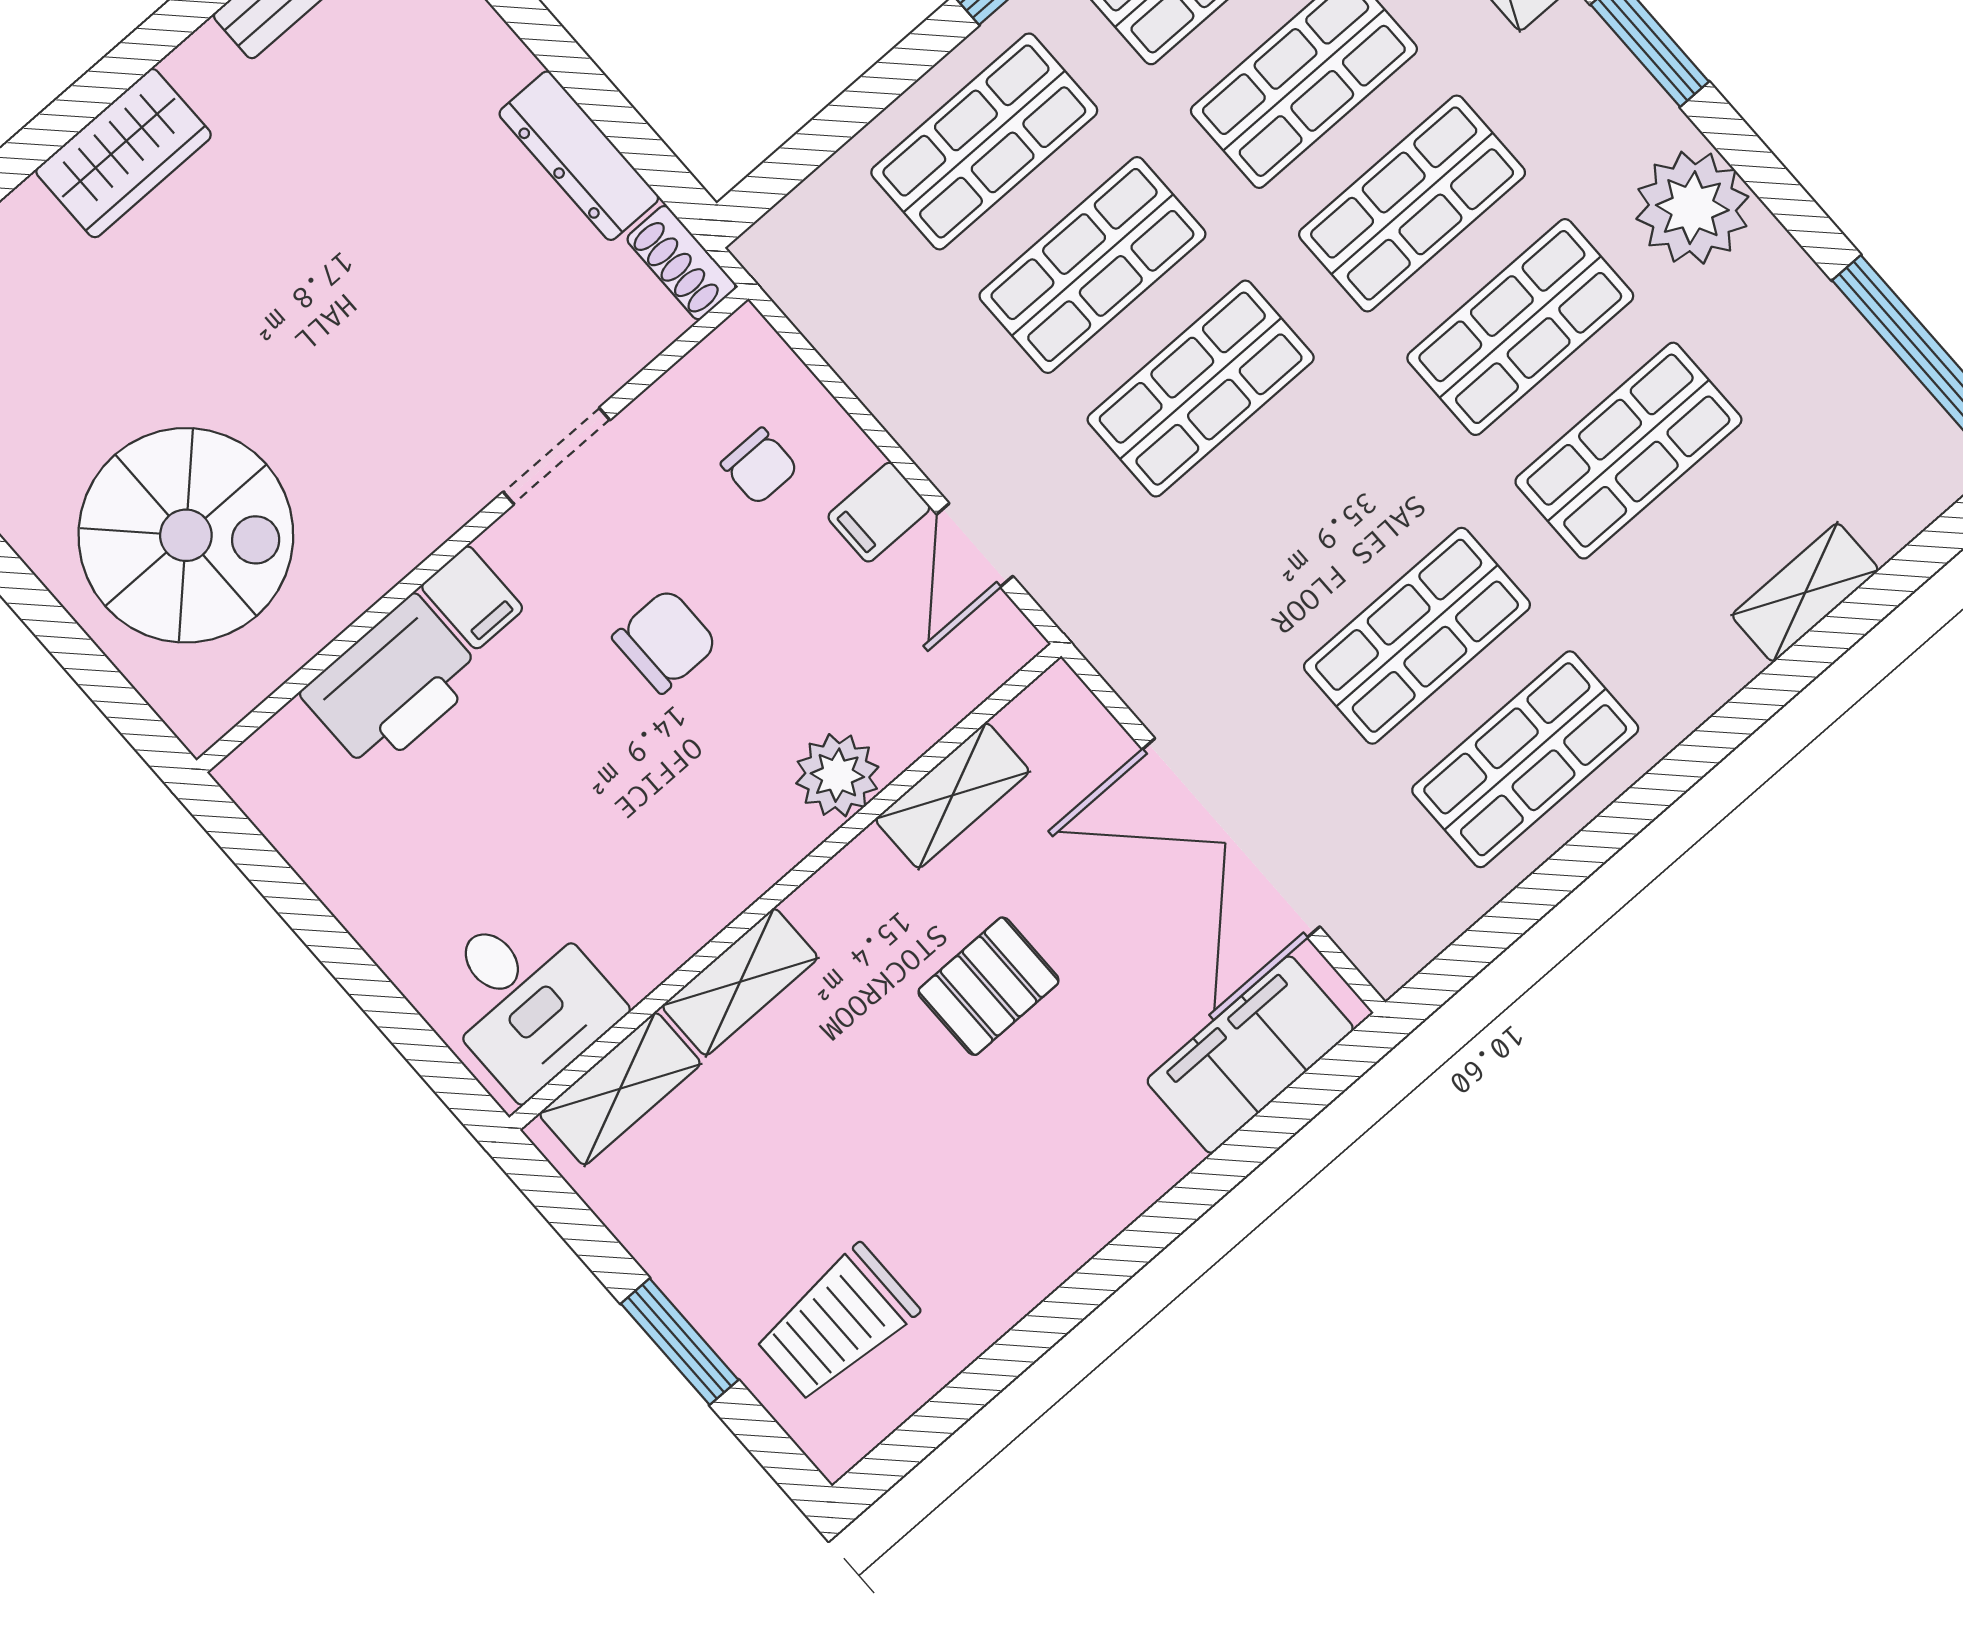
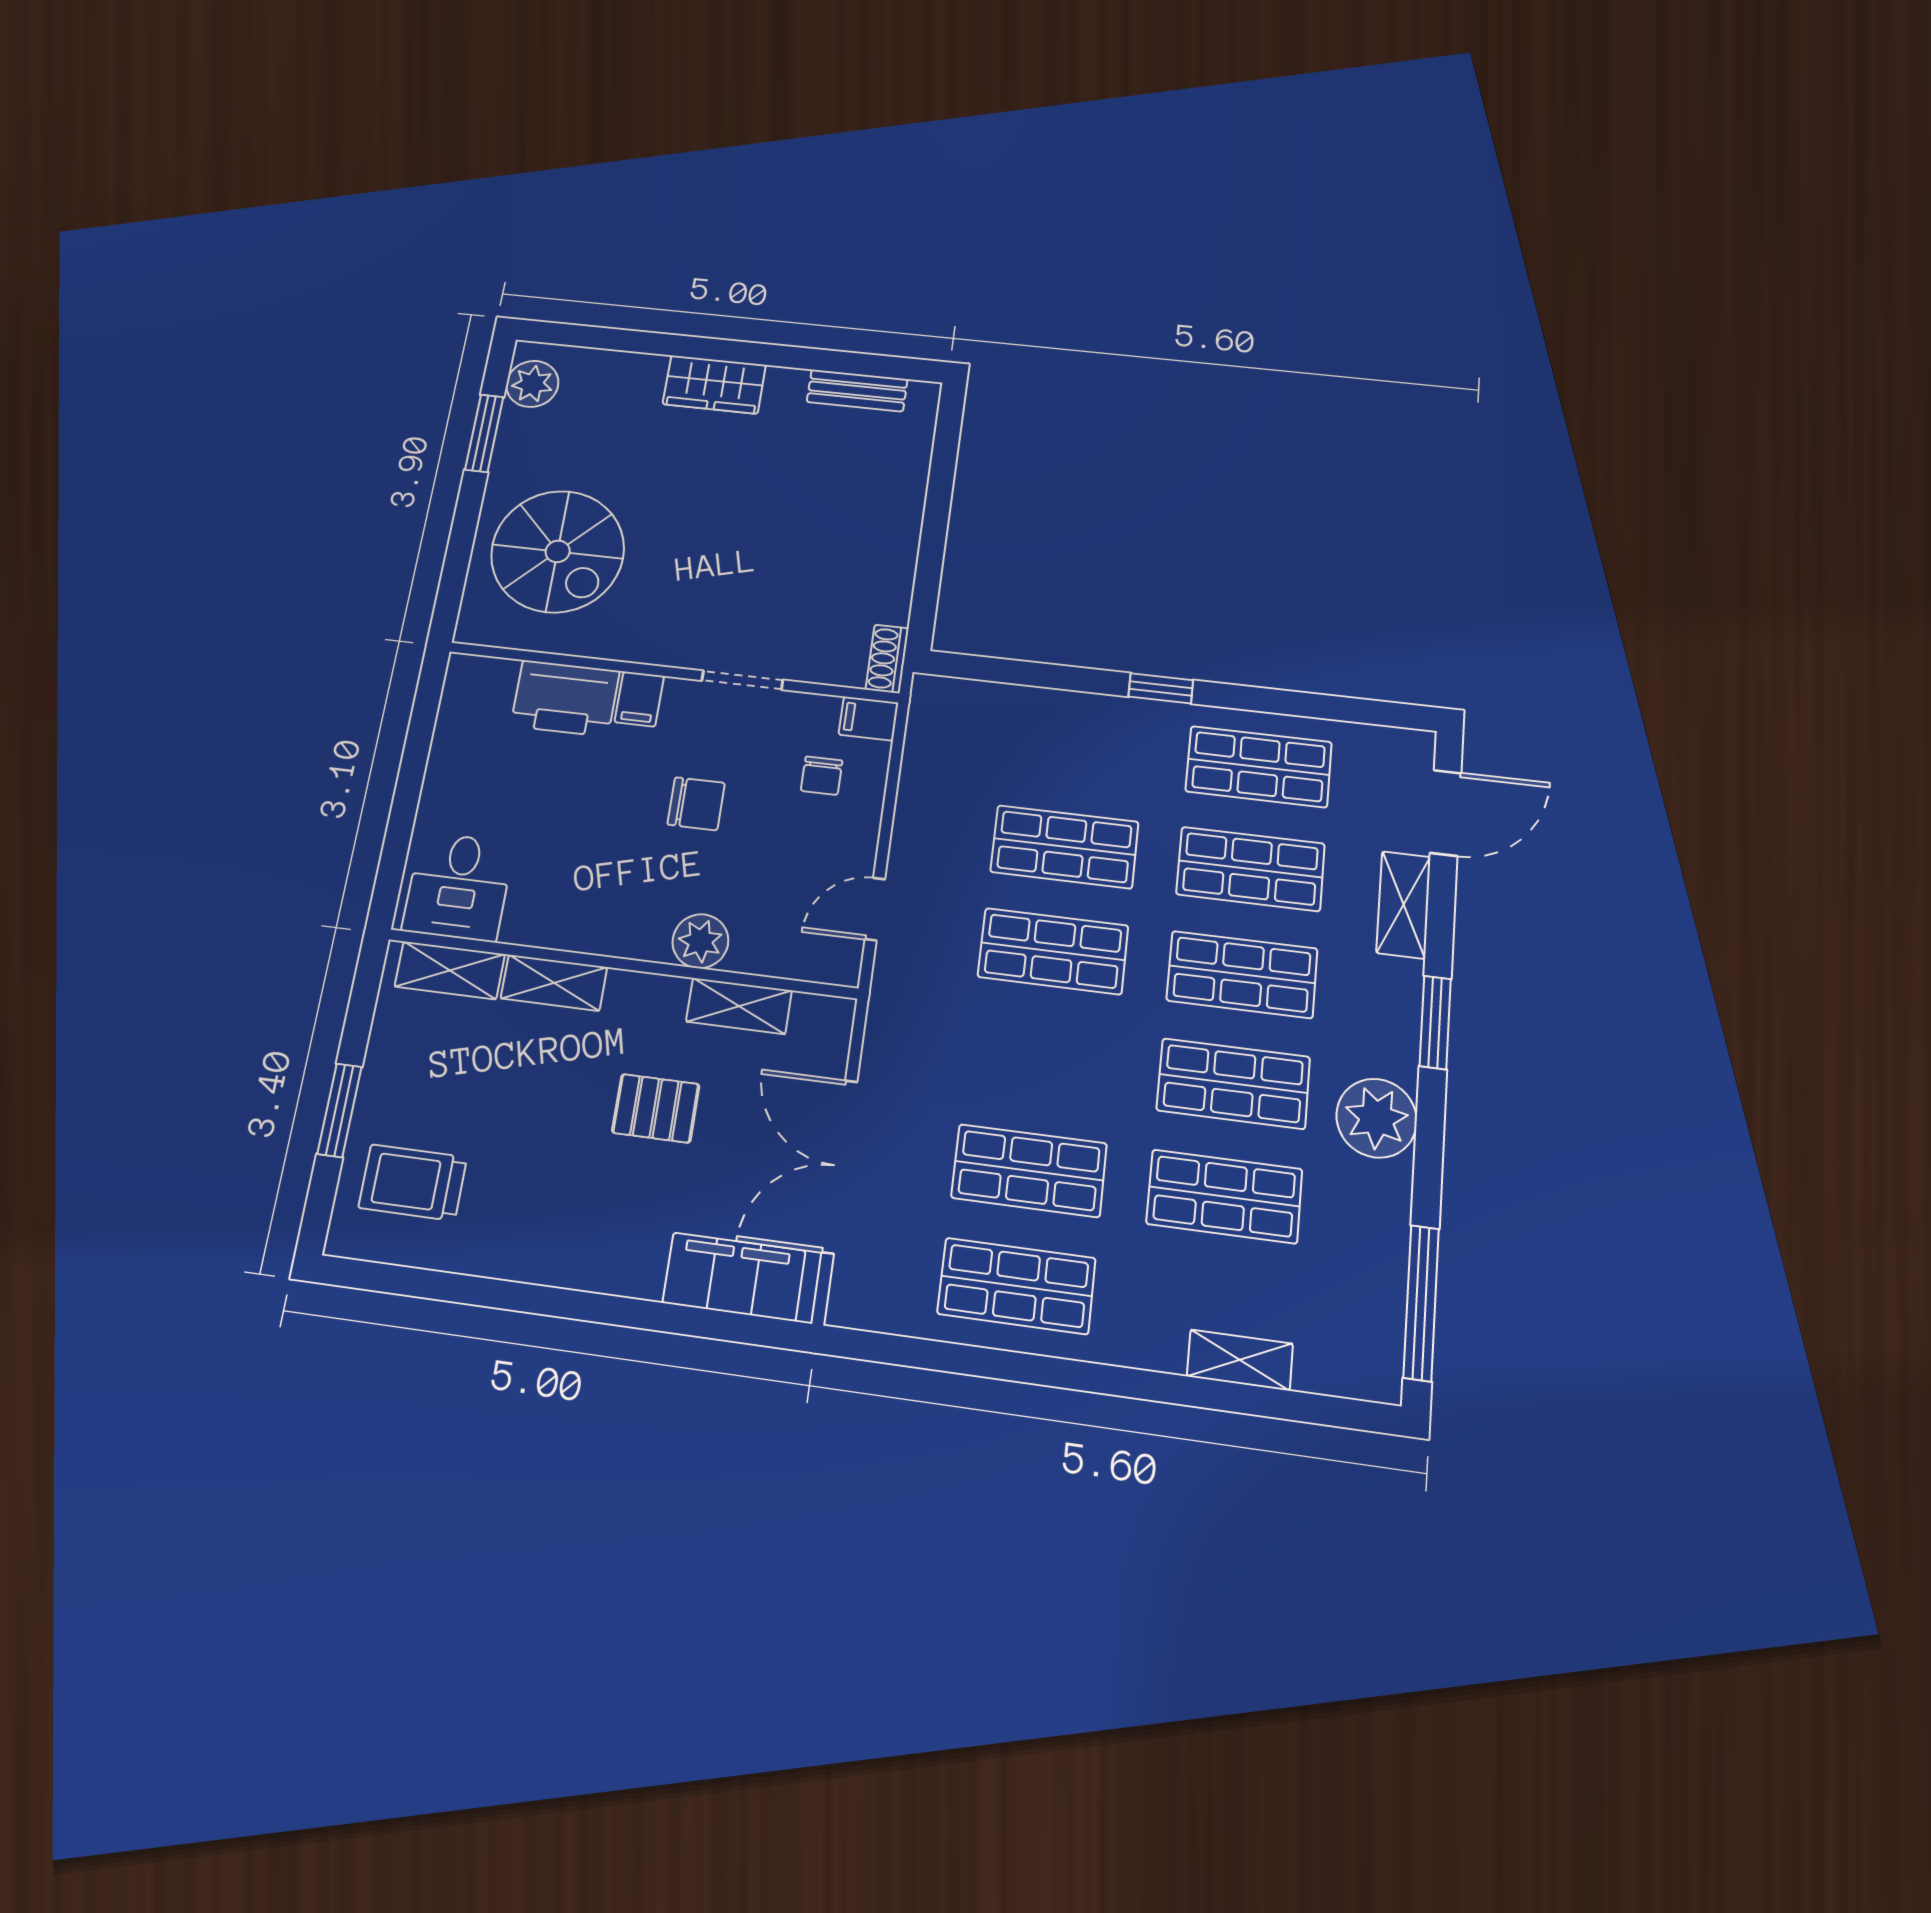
shop shelf: (984, 141) -> (1076, 746), removed
dresser: (579, 156) -> (895, 573), removed
filing cabinet: (879, 512) -> (869, 719), moved

